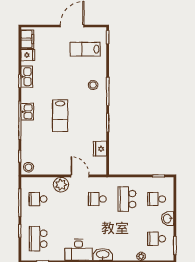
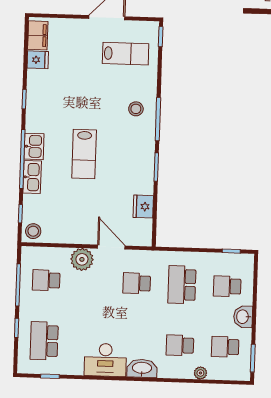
lab bench: (85, 49) -> (126, 54), turned 180
kitchen sink: (27, 77) -> (32, 177), moved
school desk: (127, 239) -> (180, 345), added

